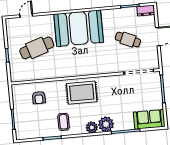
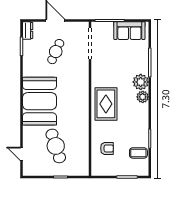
sofa: (149, 119) -> (129, 31), moved, turned -90
coffee table: (64, 122) -> (138, 153), moved

